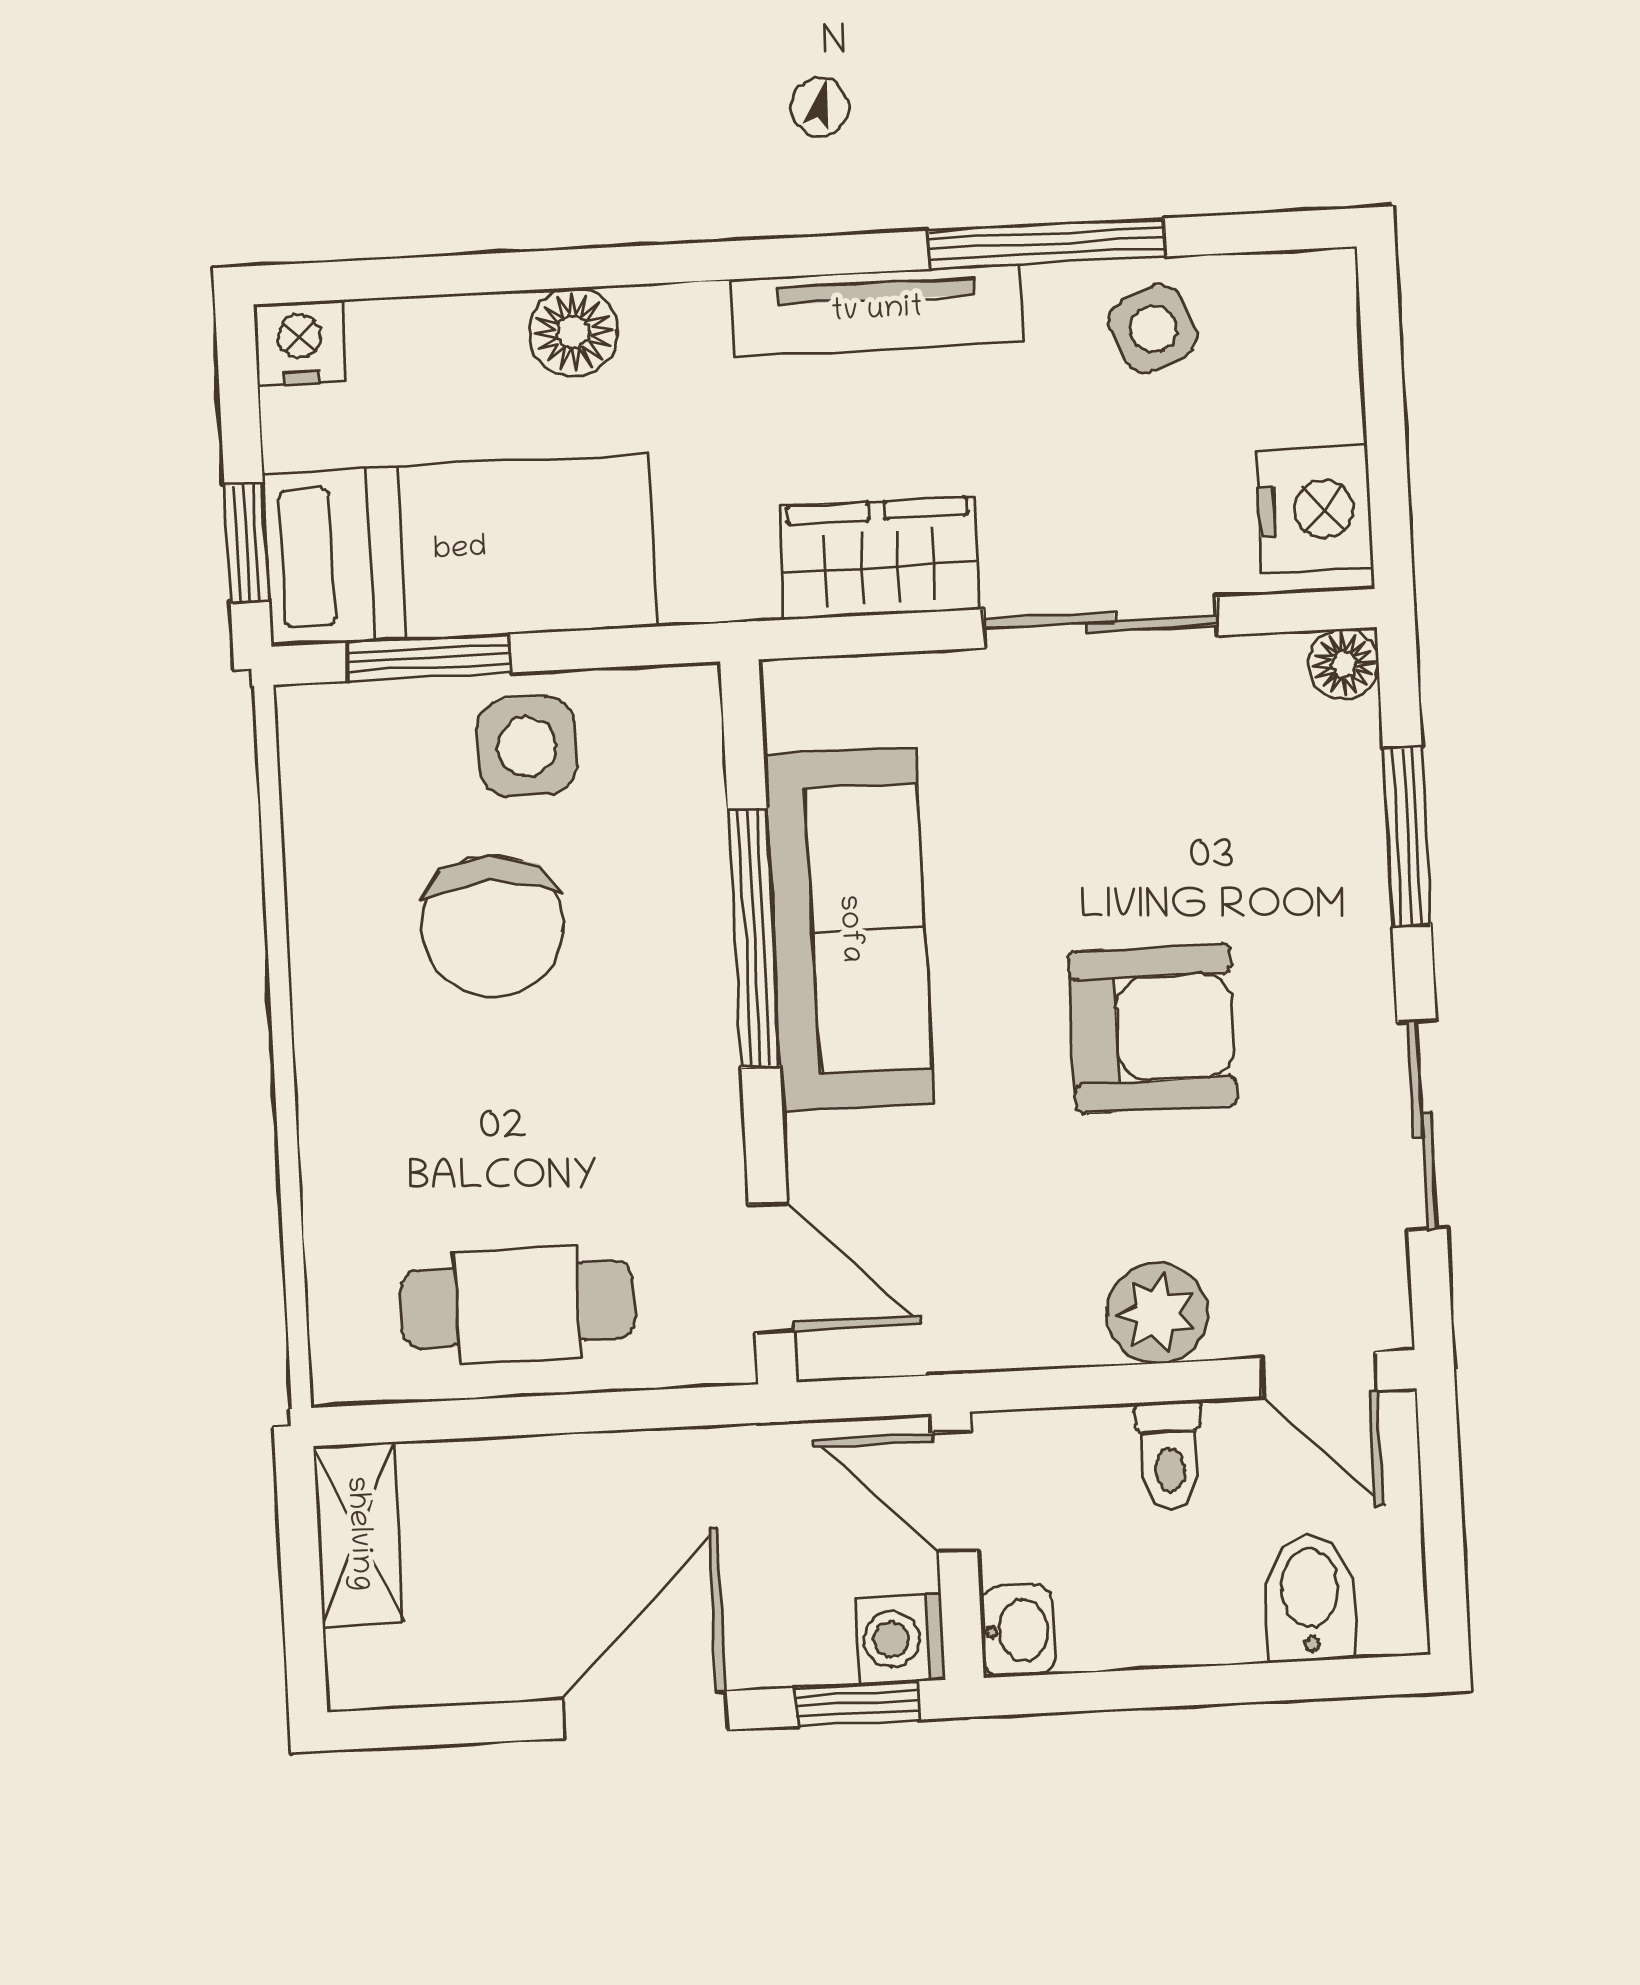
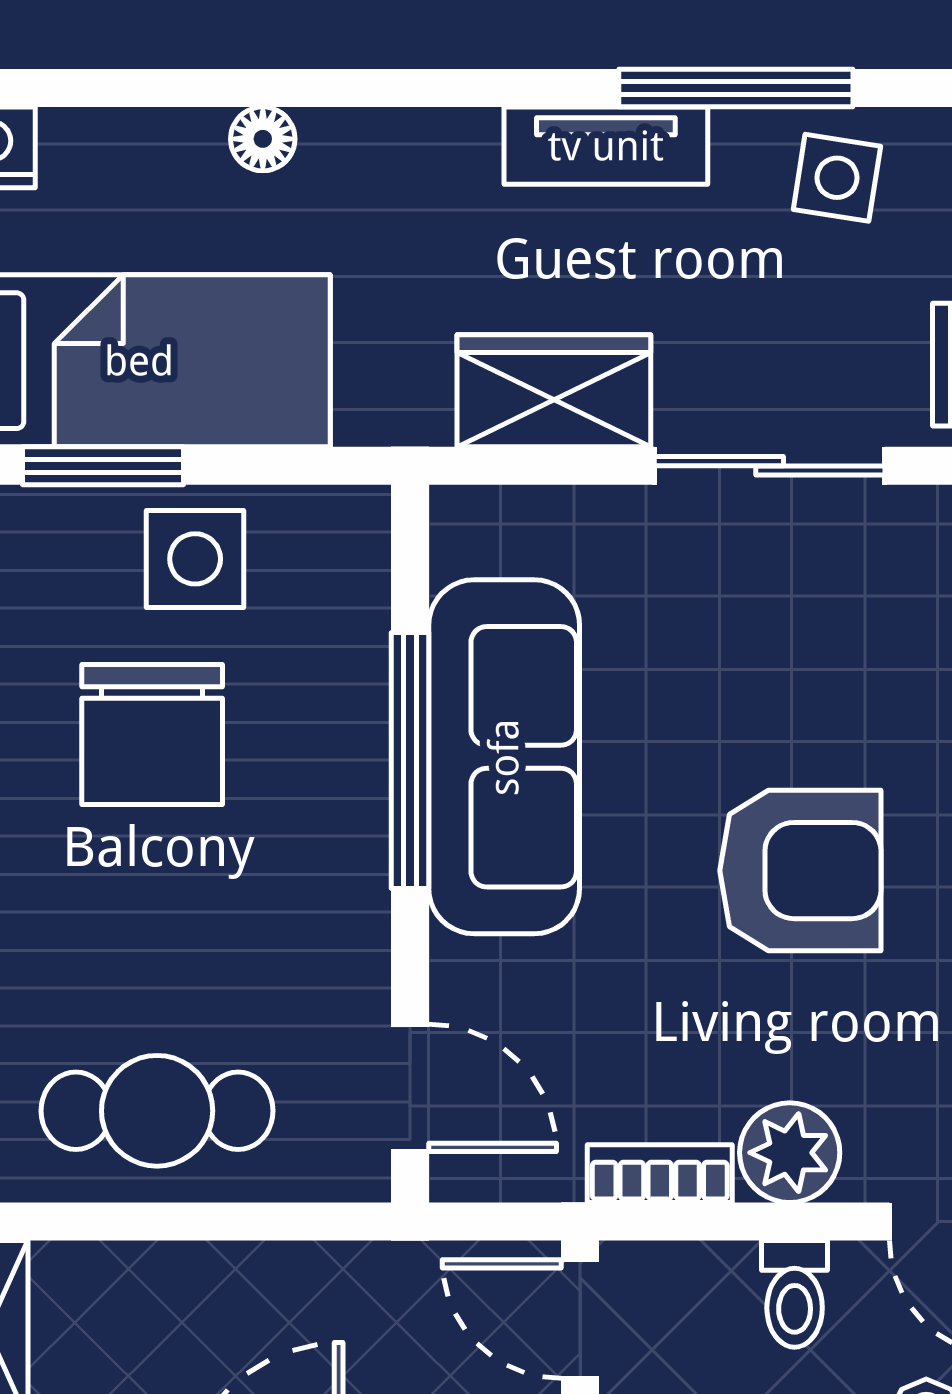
tv unit: (877, 311) -> (606, 146), width x0.71
side table: (1153, 329) -> (837, 178), turned 31
floor lamp: (574, 332) -> (263, 139), width x0.73, depth x0.73
bookcase: (1027, 1341) -> (660, 1174), added

